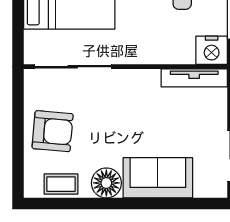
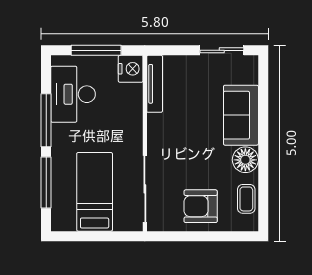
armchair: (53, 131) -> (201, 206), turned -95

